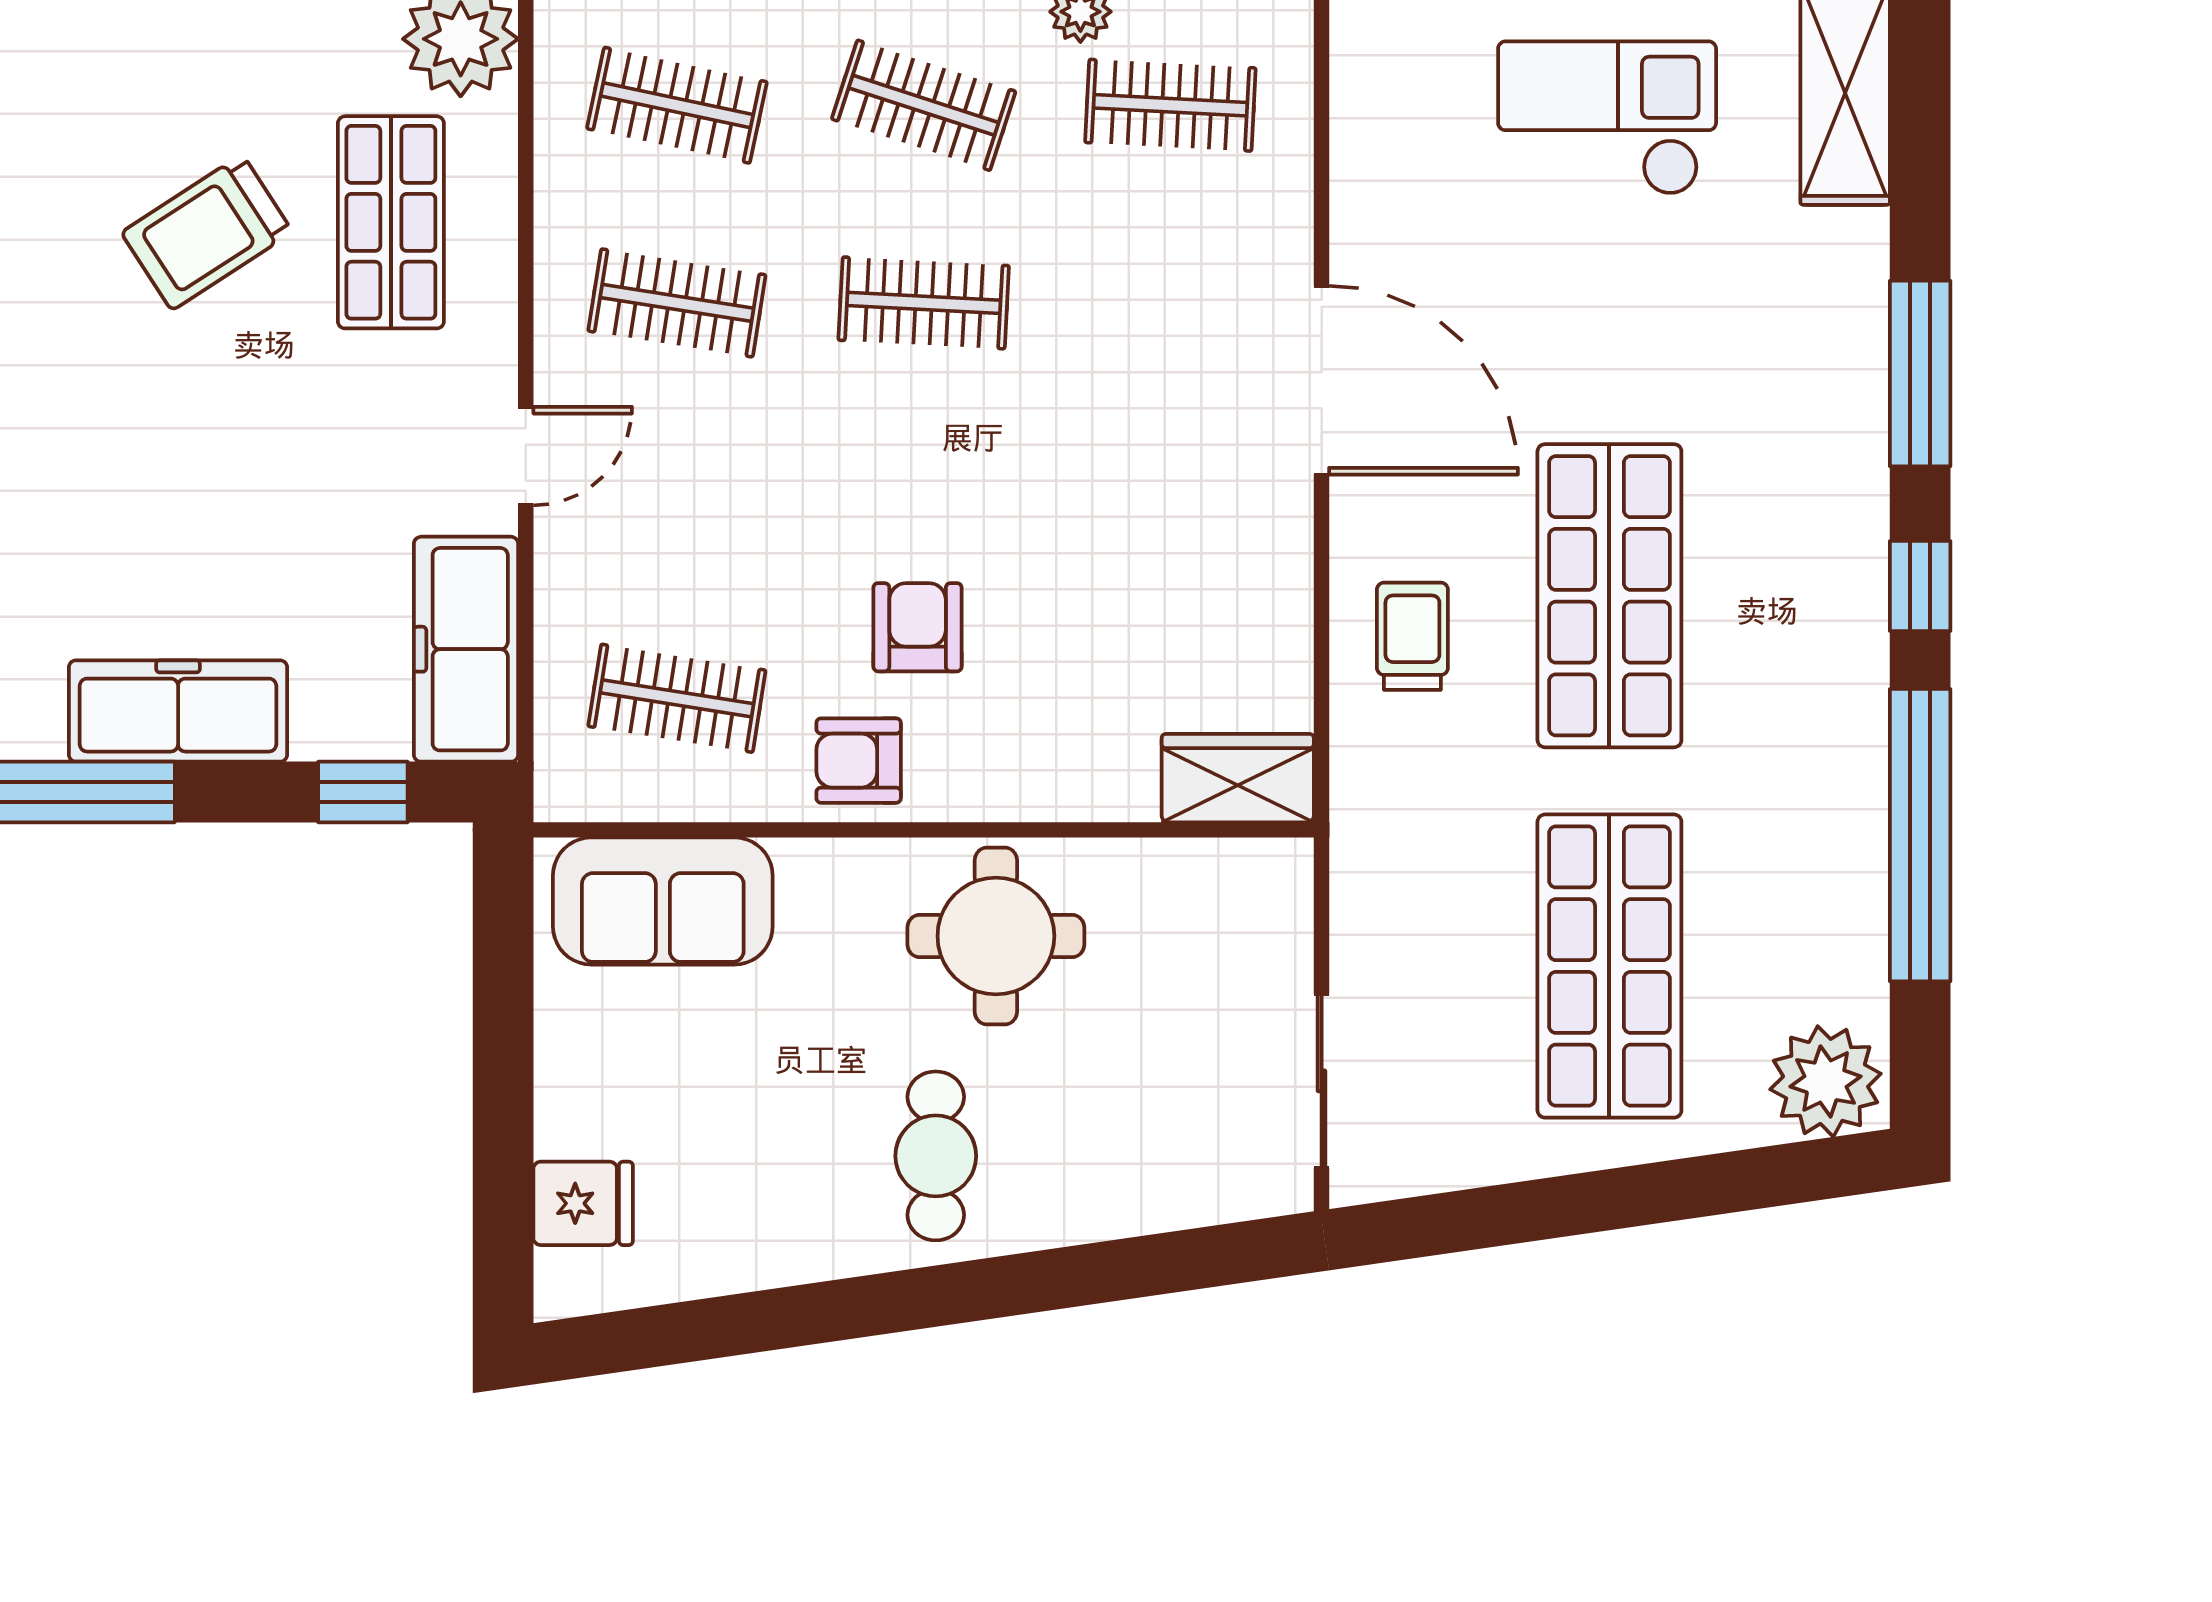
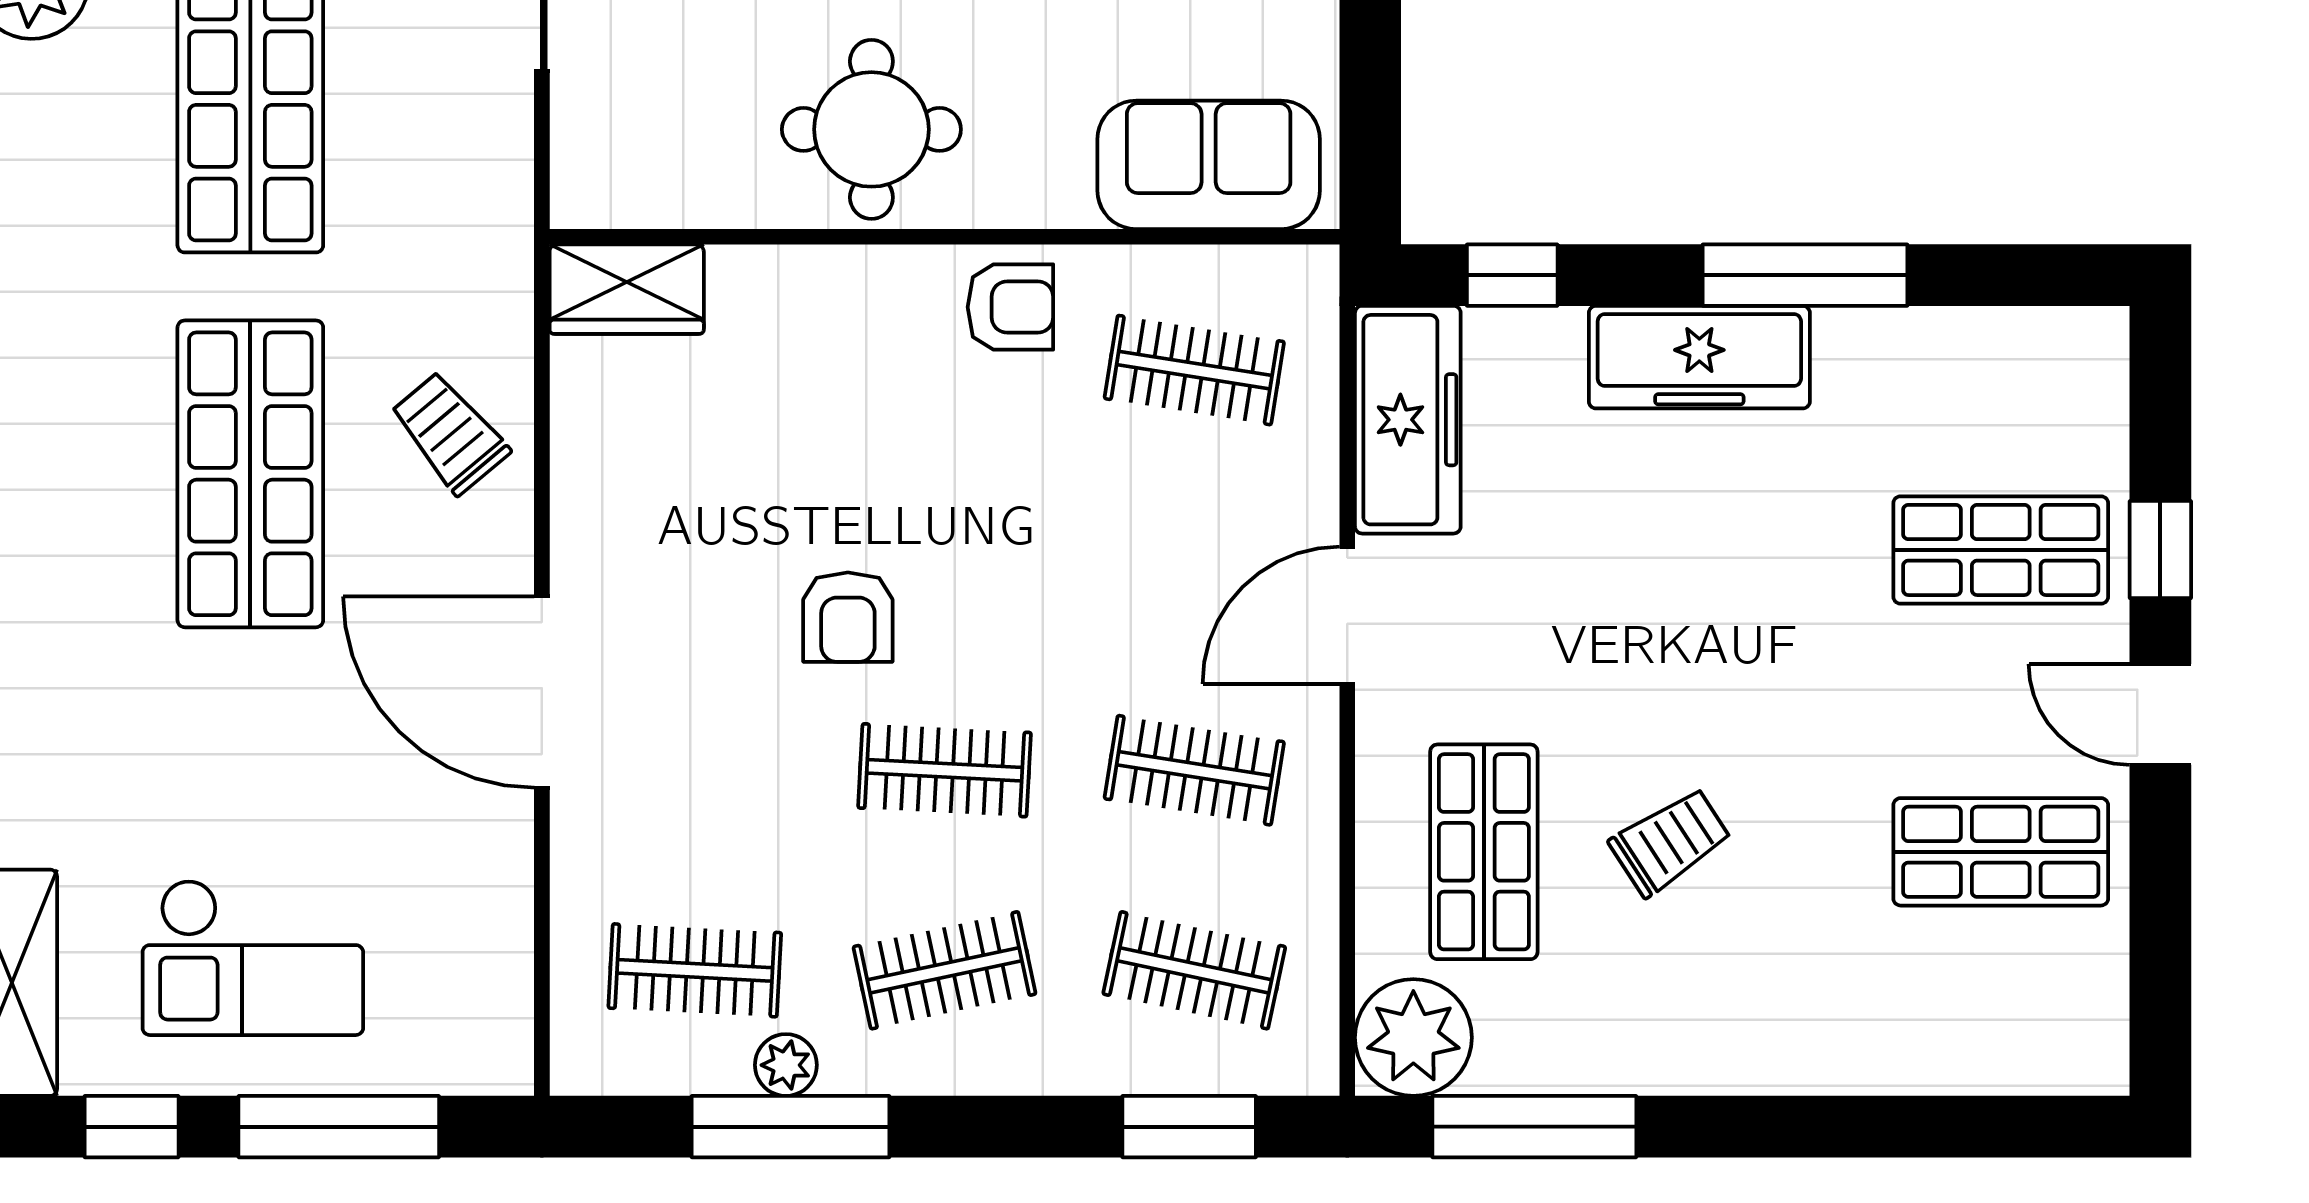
clothes rail: (924, 105) -> (945, 970), turned -30
trolley: (207, 232) -> (1670, 842), width x0.73, depth x0.72
door: (526, 456) -> (1347, 615), width x1.38
armchair: (918, 627) -> (848, 617), moved
trolley: (1412, 636) -> (450, 433), turned 140

